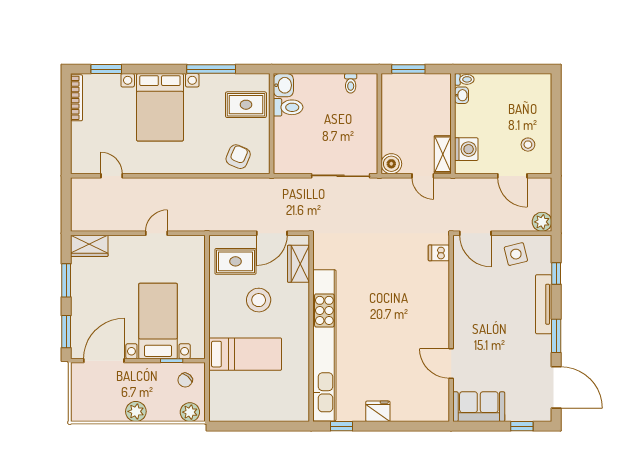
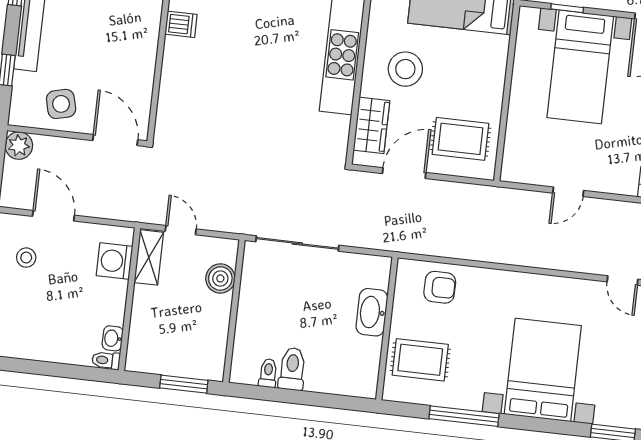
washbasin: (283, 85) -> (372, 312), moved, width x1.38
toilet: (288, 107) -> (292, 369), moved, turned 90
armchair: (238, 157) -> (440, 287), turned -113
boiler: (391, 164) -> (220, 278), moved
dishwasher: (439, 253) -> (181, 24), moved
stool: (259, 300) -> (405, 69), moved

